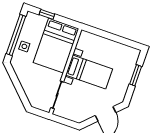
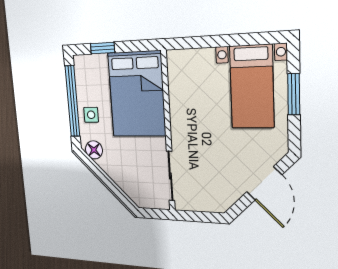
floor lamp: (17, 66) -> (94, 150), added
bed with nightstands: (89, 72) -> (252, 87), moved, turned 90

